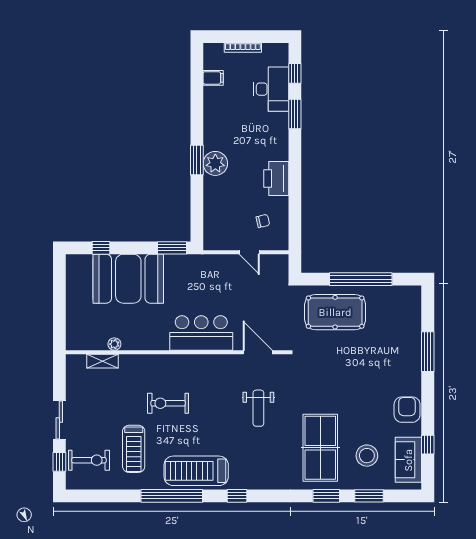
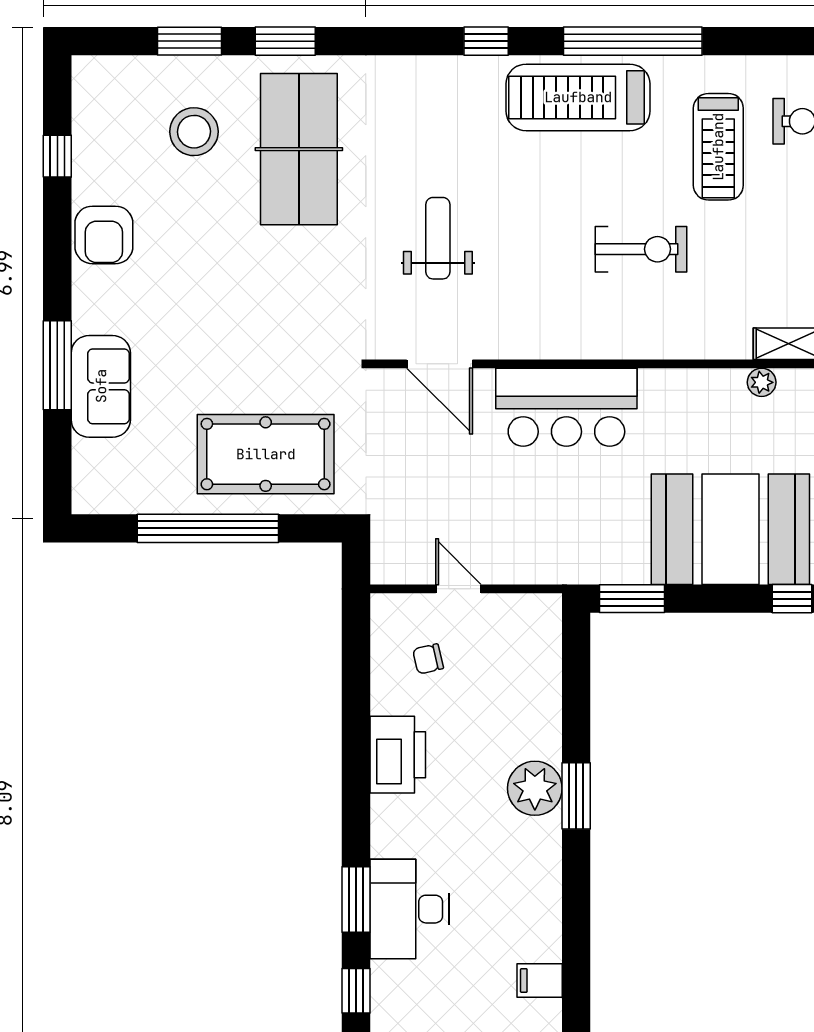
desk: (271, 89) -> (409, 909), moved
treadmill: (134, 449) -> (718, 147), turned 180
sofa: (408, 460) -> (101, 386), moved
treadmill: (196, 471) -> (578, 97), turned 180

